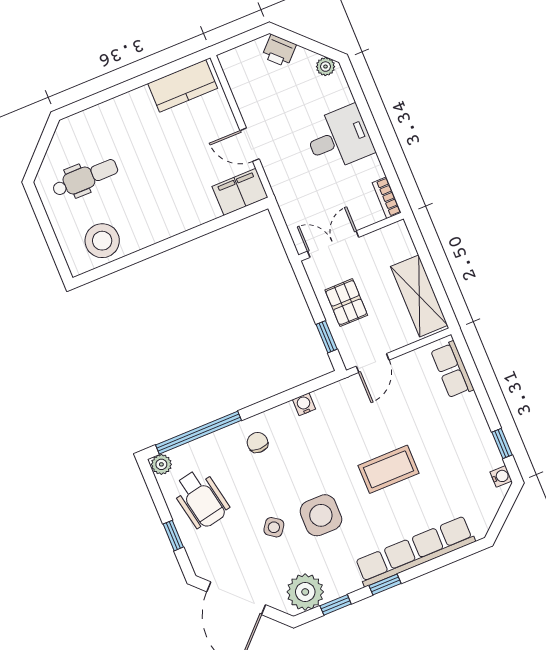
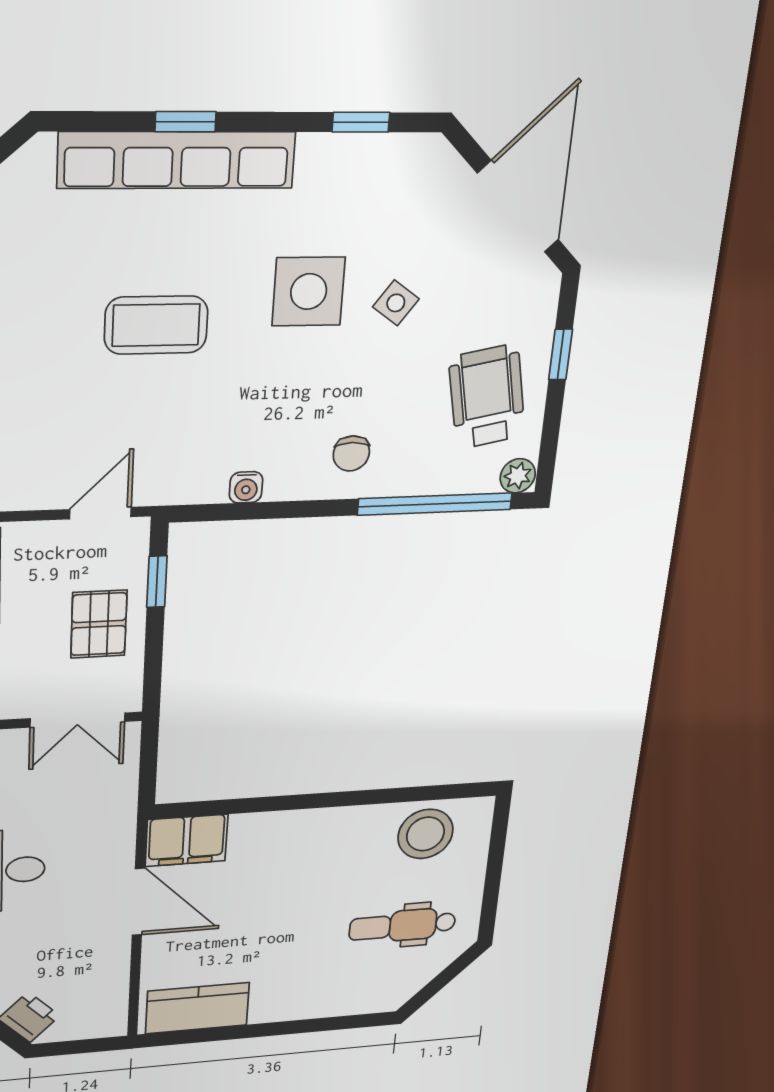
door: (250, 145) -> (138, 902), width x1.38
window: (385, 584) -> (185, 122), moved
plant: (305, 592) -> (400, 168), removed

